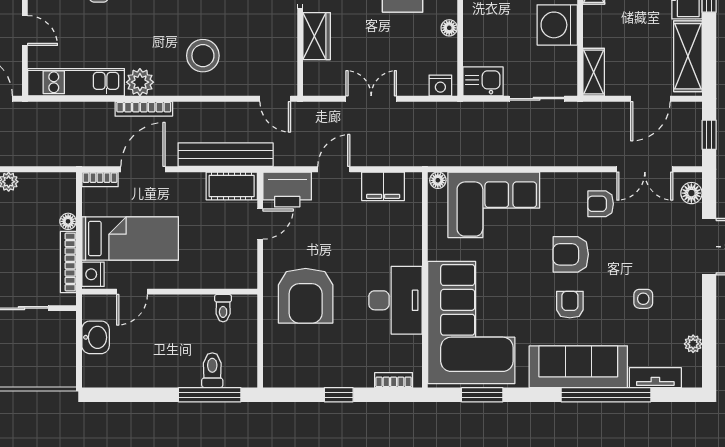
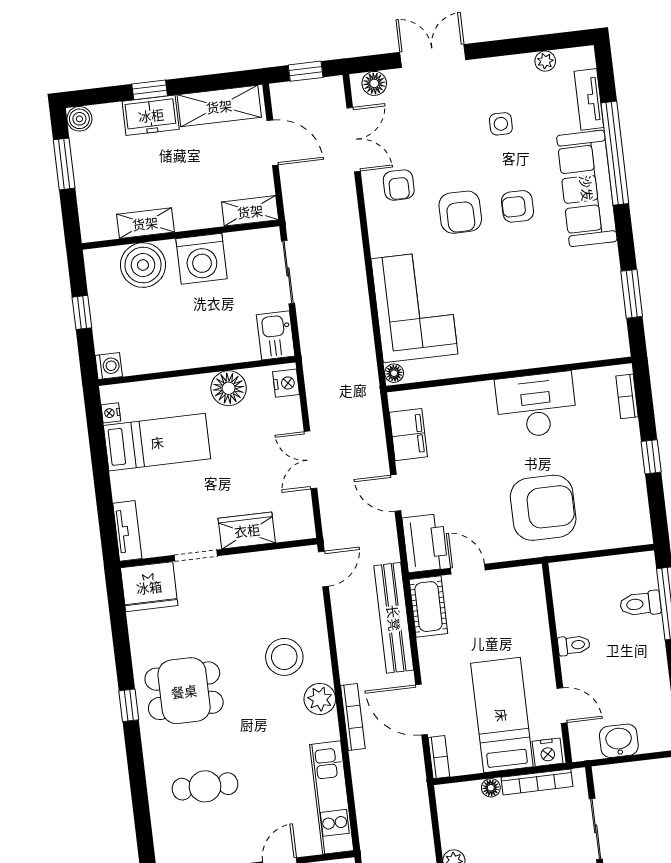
floor lamp: (449, 28) -> (229, 388), width x1.89, depth x1.89
plant: (140, 82) -> (320, 699), moved
toilet: (223, 308) -> (574, 645), moved
corner sofa: (471, 322) -> (551, 316), removed

